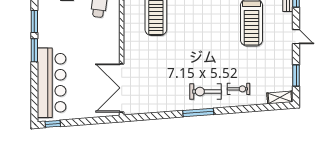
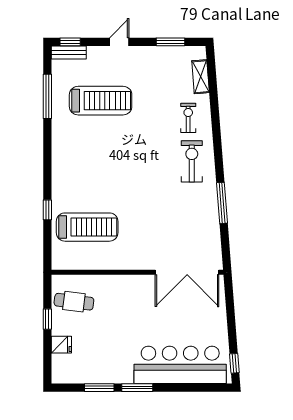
exercise bike: (206, 92) -> (192, 161), turned 180
shelving: (280, 97) -> (201, 77), moved
window: (198, 113) -> (222, 203), moved

